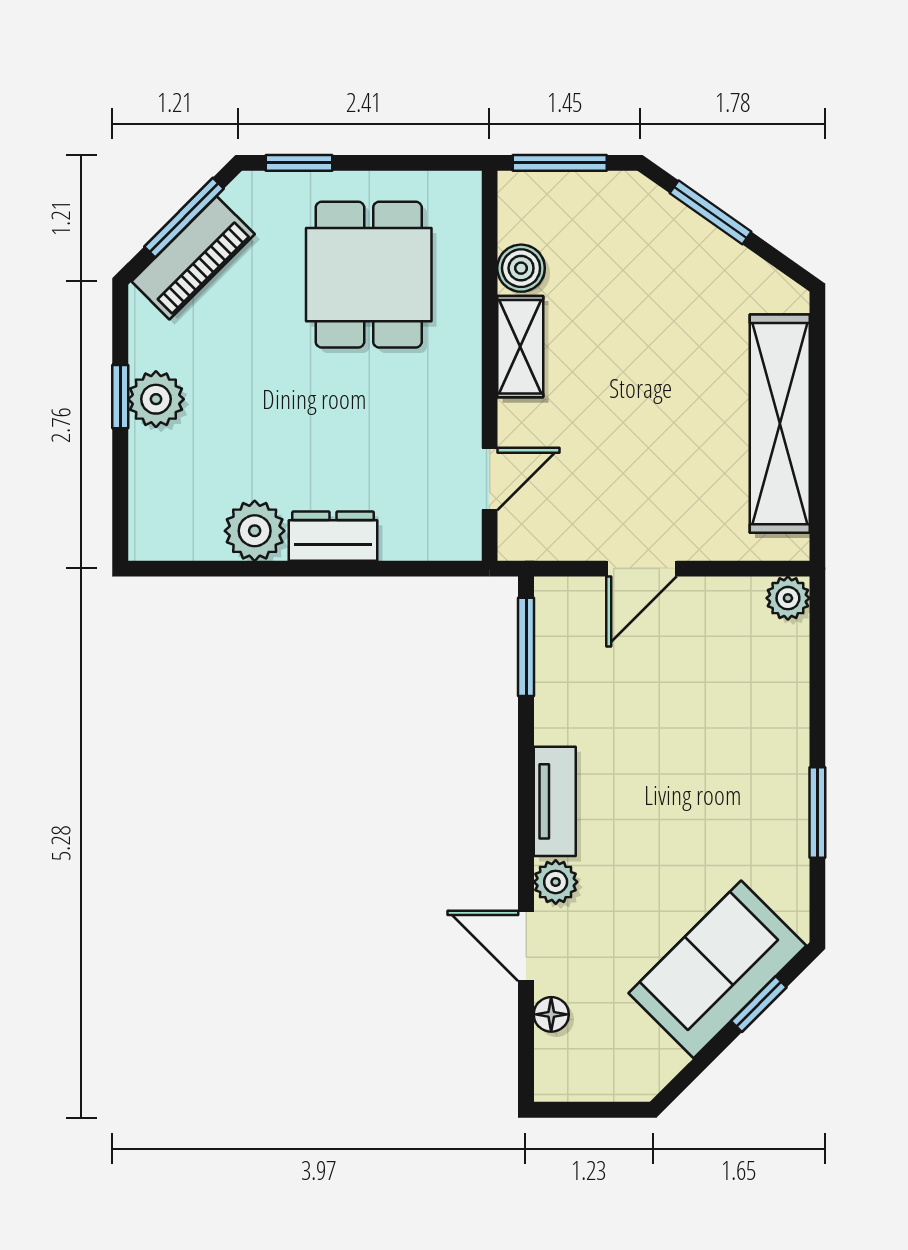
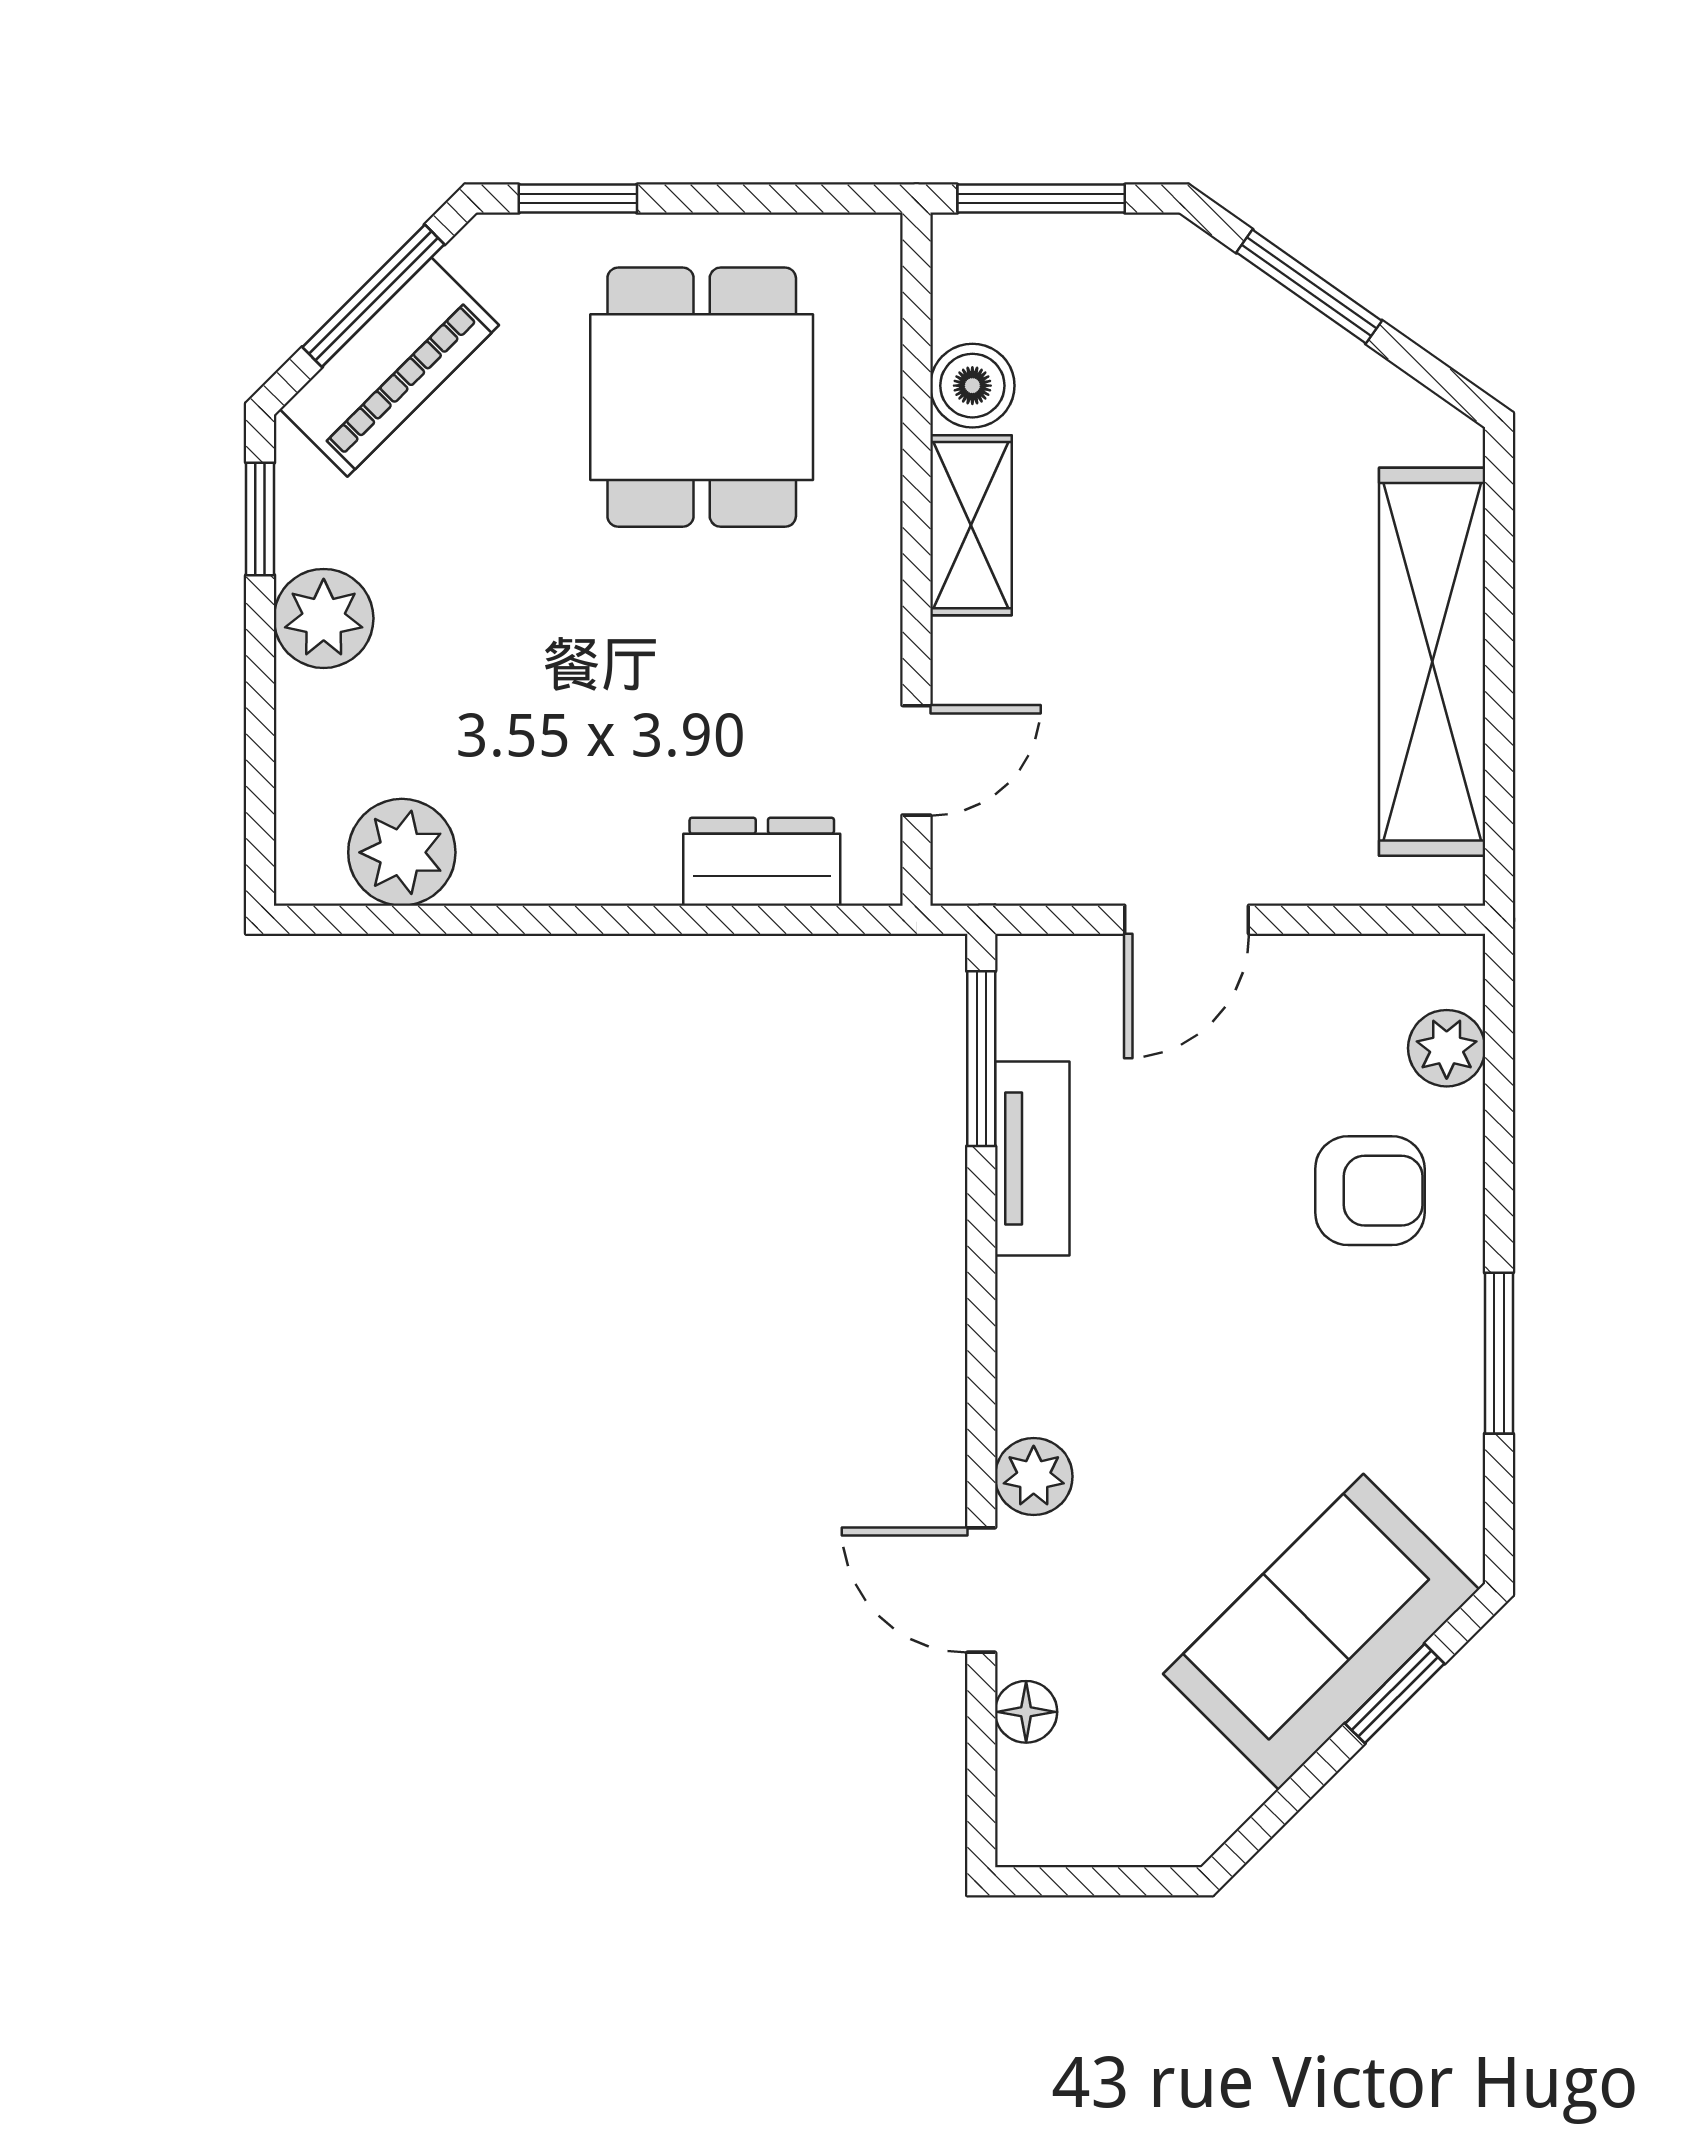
window: (120, 397) -> (260, 519), moved
plant: (255, 531) -> (402, 852), moved
dresser: (333, 536) -> (762, 862), moved
plant: (788, 598) -> (1447, 1048), moved
armchair: (745, 721) -> (1370, 1191), added
tv unit: (555, 801) -> (1032, 1158), moved

